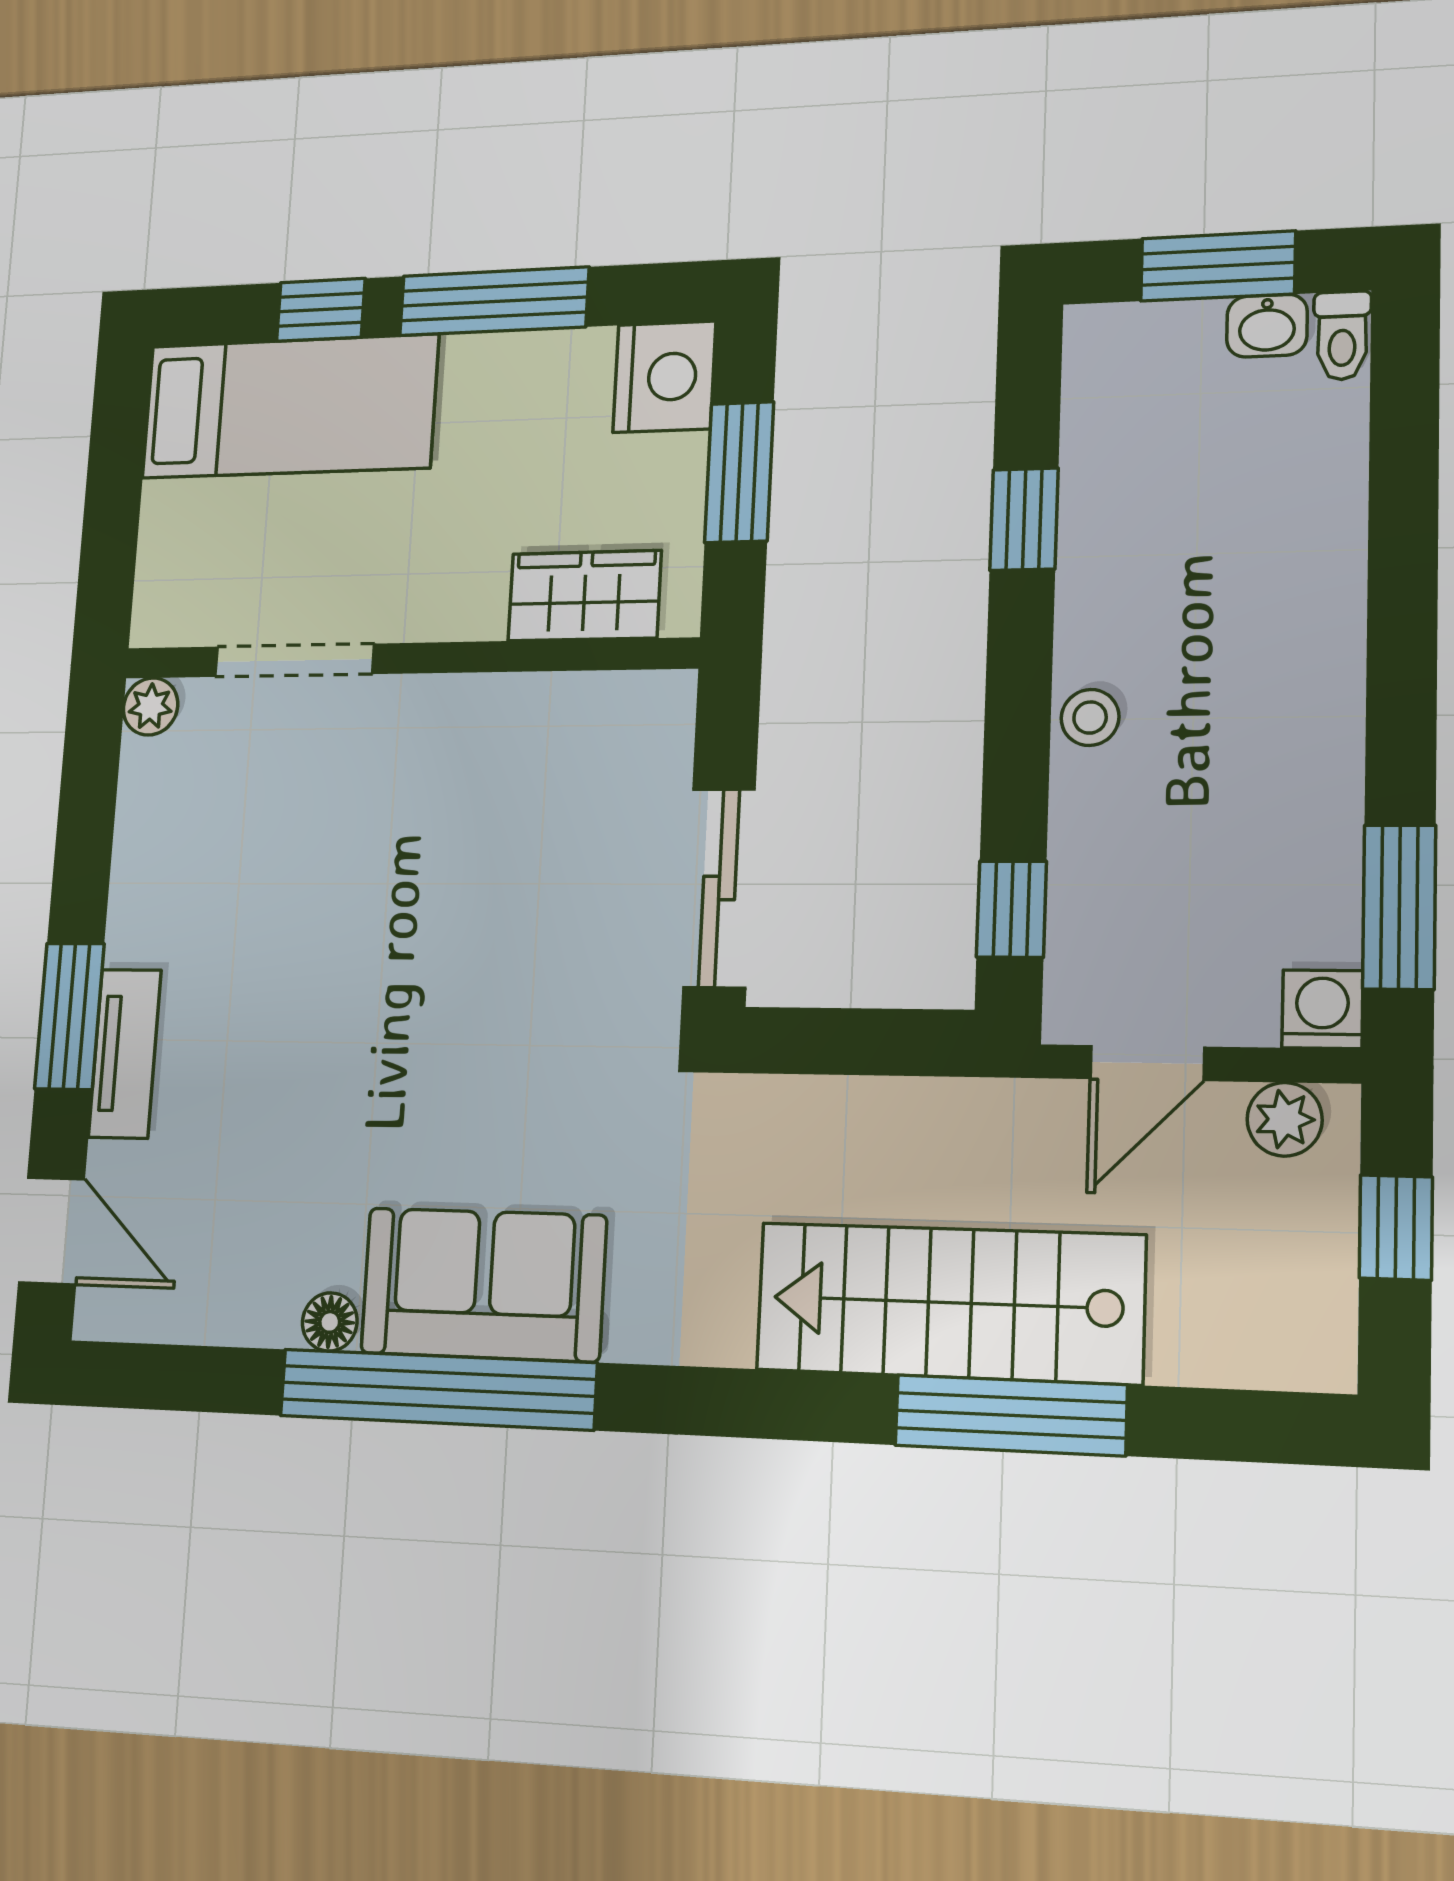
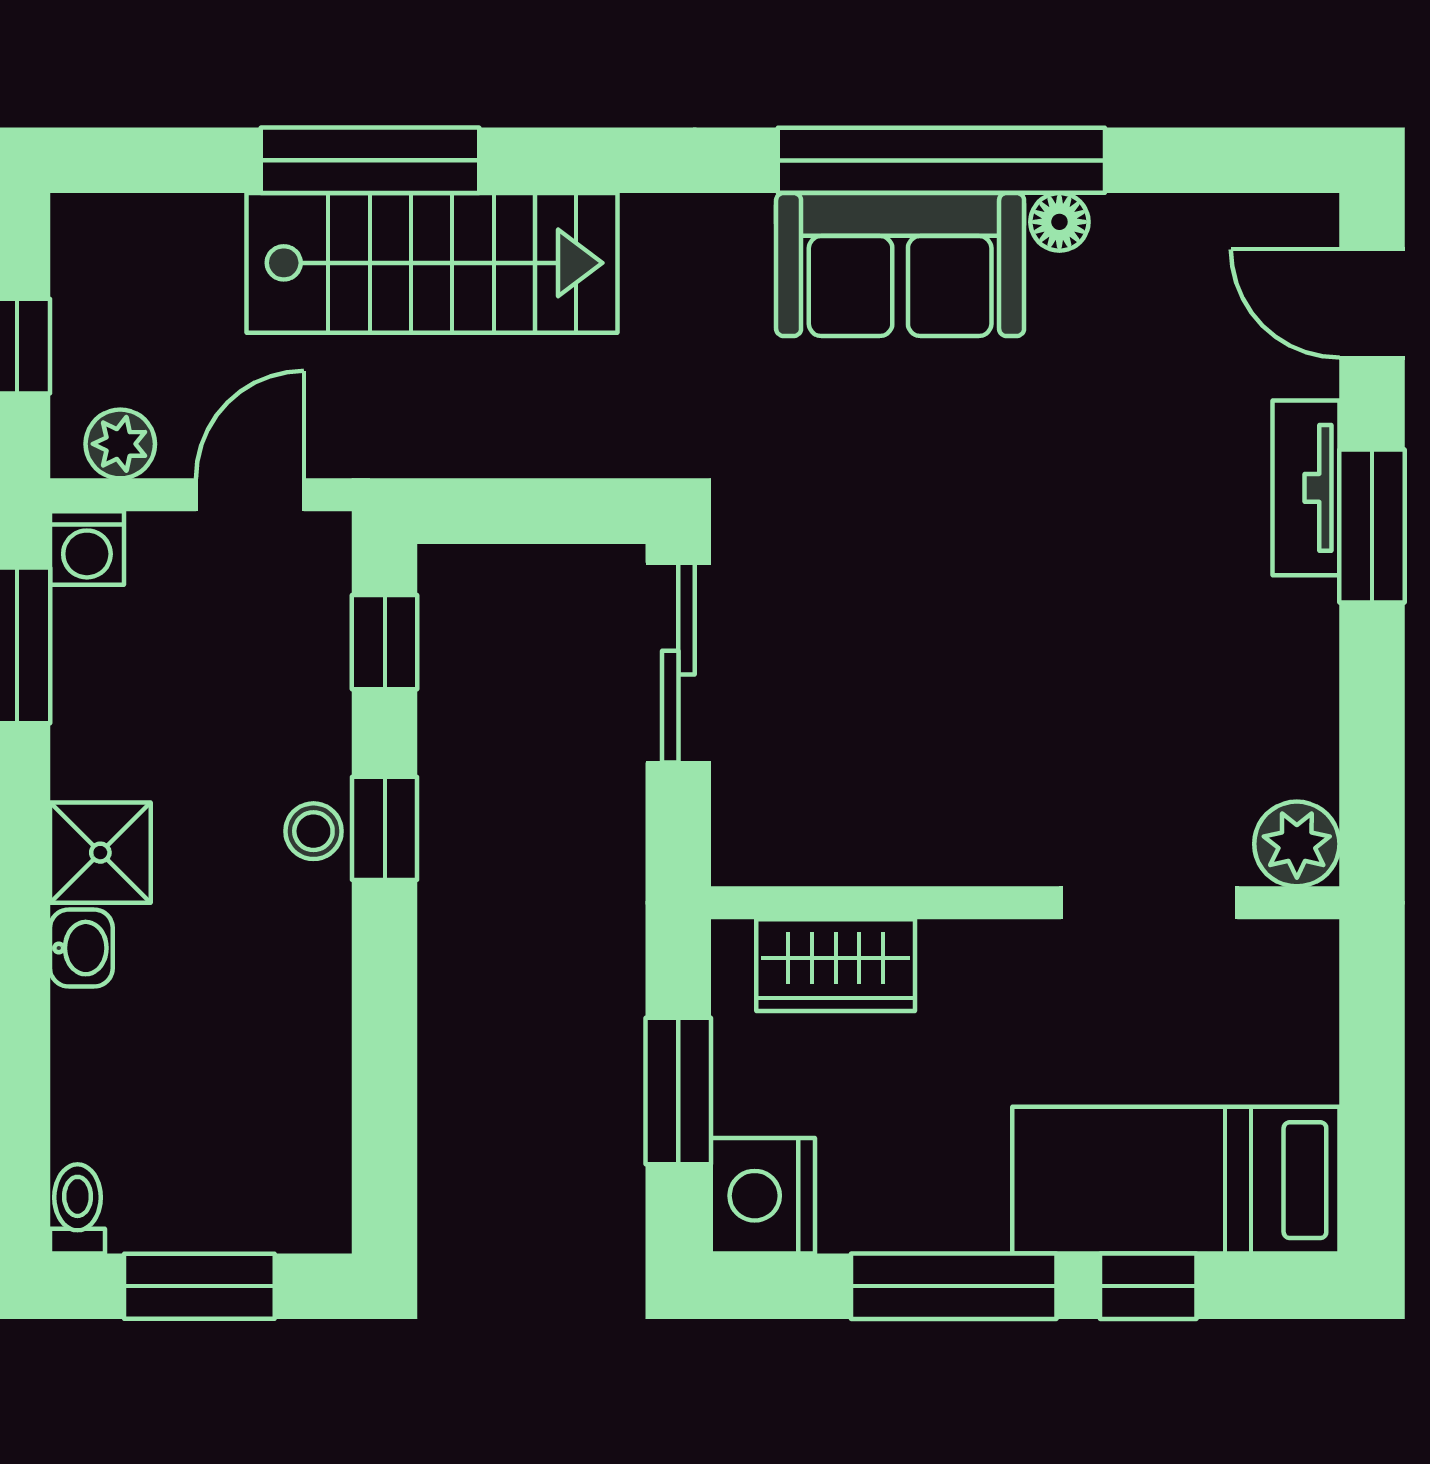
washbasin: (1267, 326) -> (81, 948), moved, turned 90
window: (1024, 519) -> (385, 828), moved
shower: (1313, 693) -> (100, 853), added
plant: (151, 707) -> (1297, 844), width x1.38, depth x1.38

